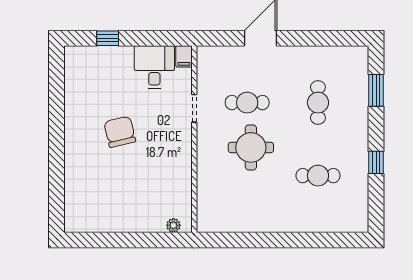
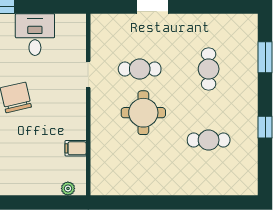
filing cabinet: (184, 56) -> (76, 148), moved, turned 90
desk: (154, 67) -> (35, 35), moved

